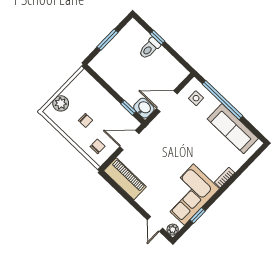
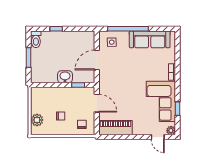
toilet: (150, 48) -> (36, 39), moved
washbasin: (144, 108) -> (65, 77), moved
door: (129, 140) -> (97, 103), swing flipped

